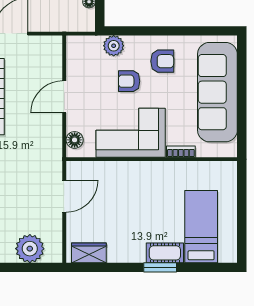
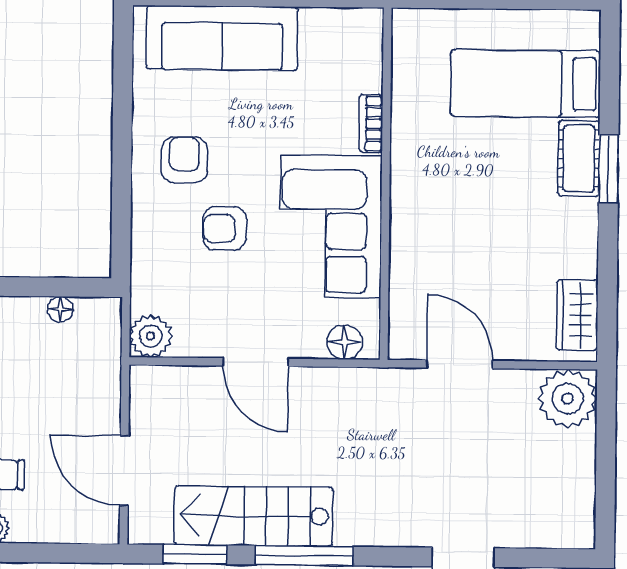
plant: (114, 46) -> (151, 336), moved
armchair: (129, 81) -> (225, 228), turned 90
sofa: (217, 92) -> (222, 38), width x0.74, depth x0.79
plant: (30, 249) -> (568, 399), moved

